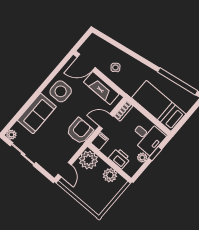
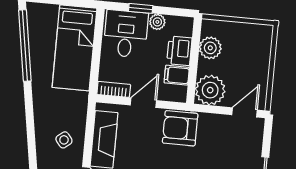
door: (106, 121) -> (143, 103), swing flipped
filing cabinet: (100, 141) -> (177, 75), moved

